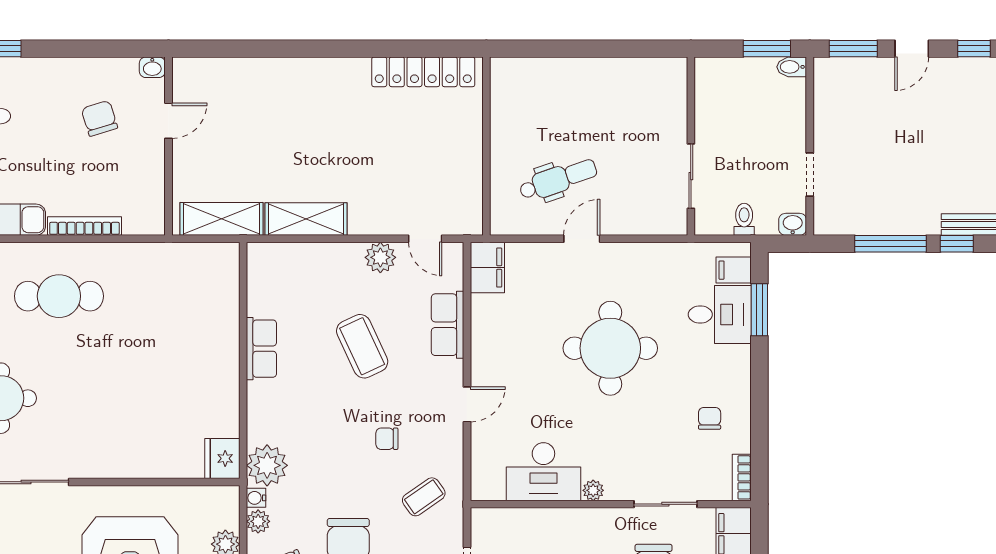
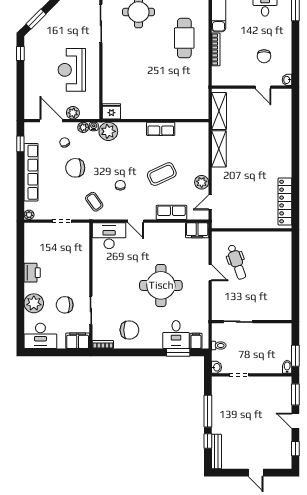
chair: (99, 118) -> (264, 56), turned 107
chair: (710, 418) -> (129, 330), width x1.87, depth x1.87
desk: (543, 472) -> (109, 236), moved, turned 90
plant: (593, 490) -> (97, 278), removed

